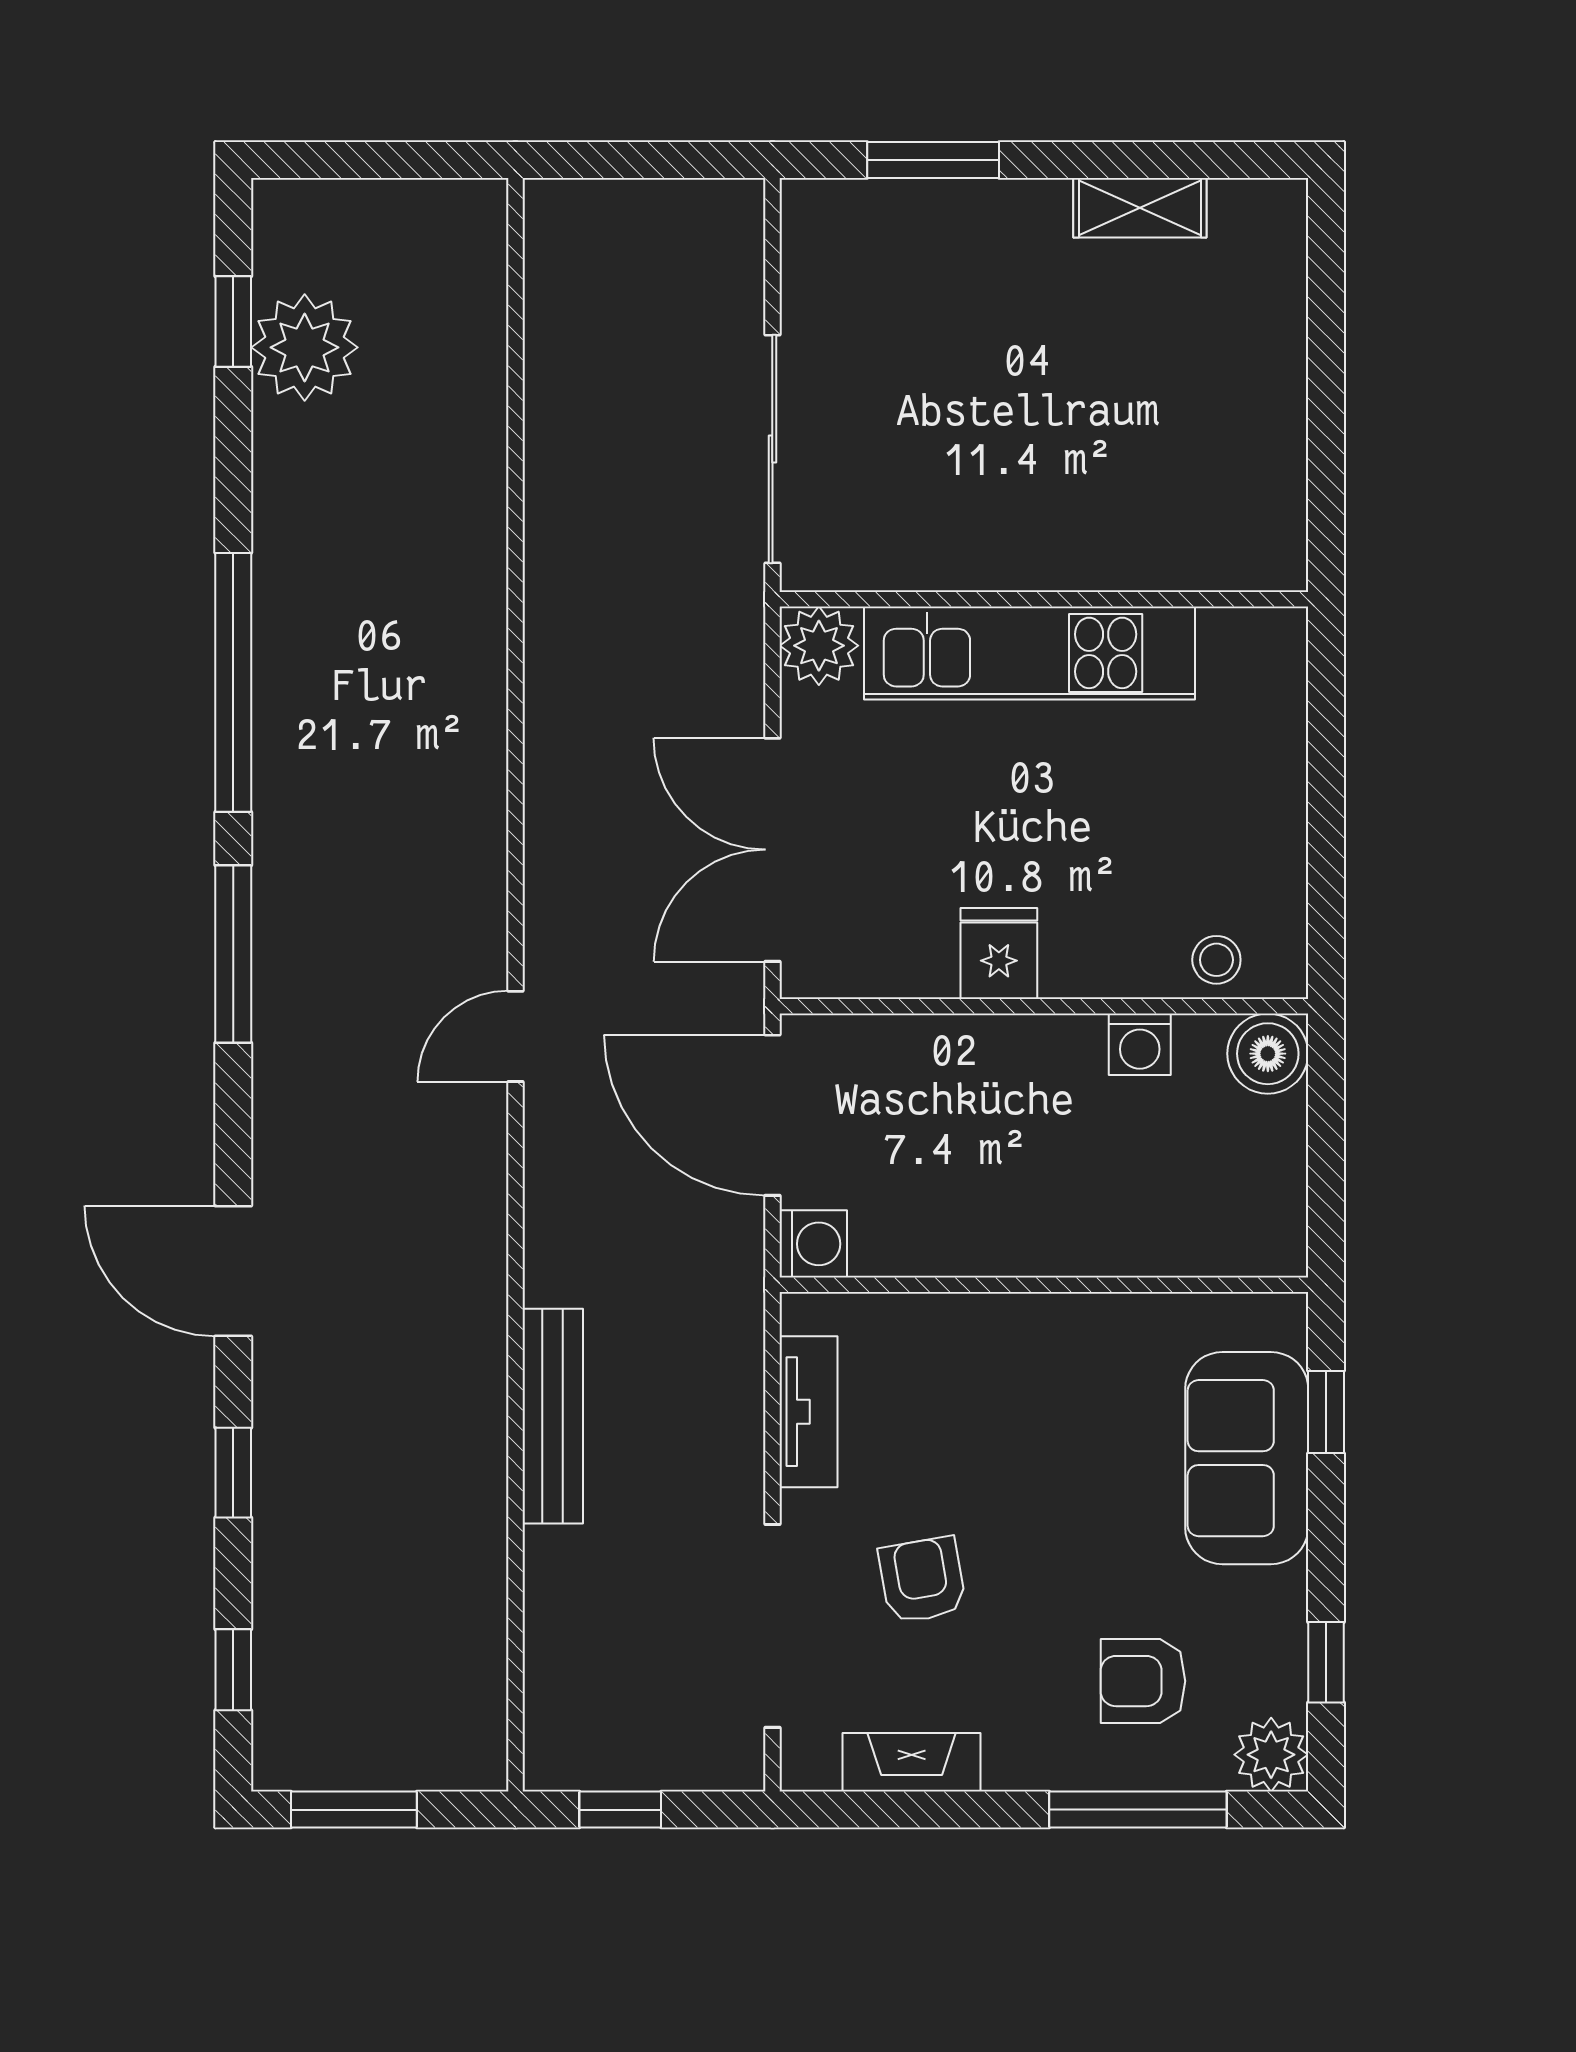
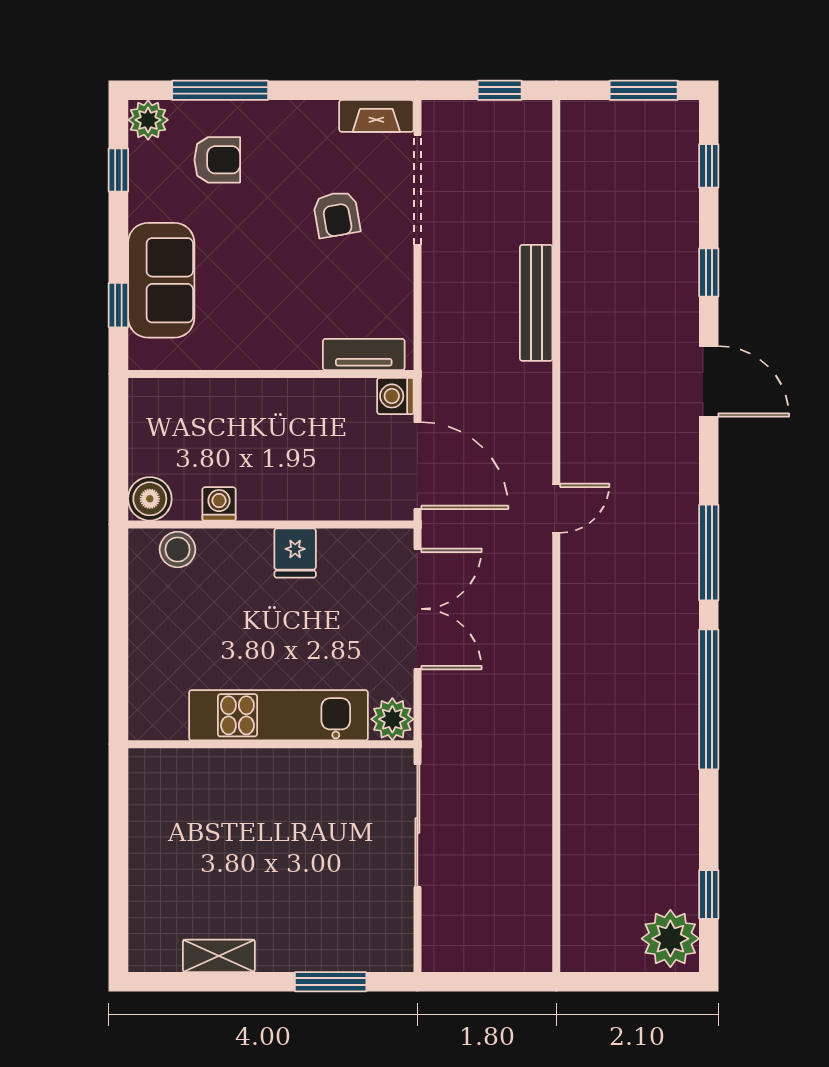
plant: (305, 347) -> (670, 939), moved
stool: (1216, 960) -> (178, 549), width x1.37, depth x1.37
tv unit: (809, 1412) -> (364, 354), moved, turned 90
fireplace: (912, 1762) -> (376, 116), moved

